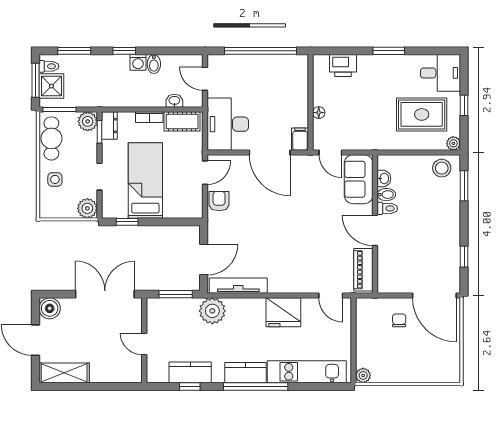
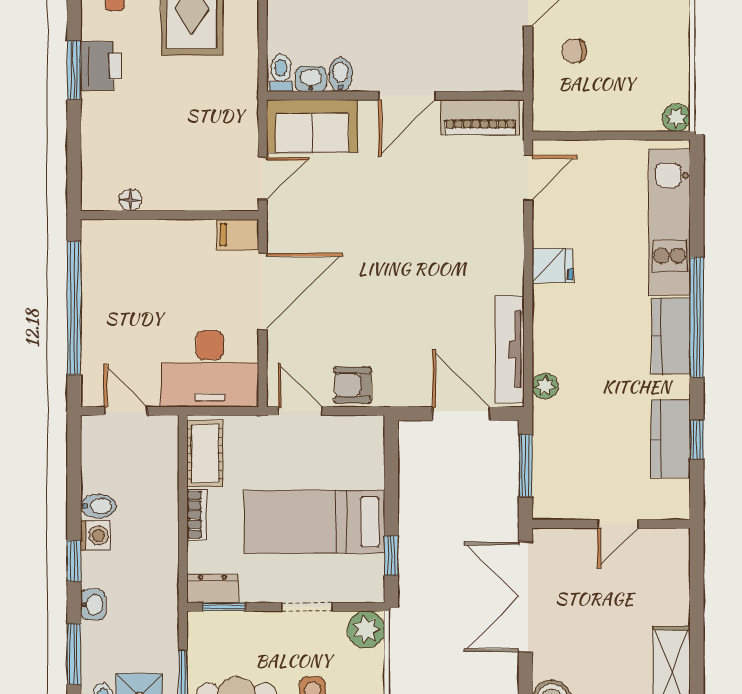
printer: (343, 66) -> (101, 66), moved
door: (205, 79) -> (126, 411), swing flipped
washbasin: (174, 101) -> (93, 605), moved, turned 180
floor lamp: (319, 113) -> (131, 200), moved
plant: (88, 121) -> (205, 629), removed
toilet: (387, 208) -> (281, 73), moved
plant: (212, 311) -> (545, 386), width x0.53, depth x0.53
fridge: (283, 312) -> (552, 266), width x0.53, depth x0.75

